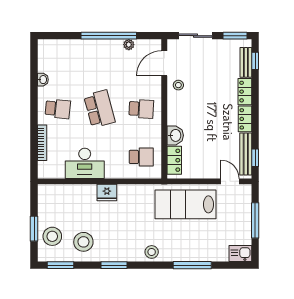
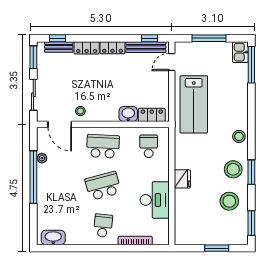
washbasin: (43, 80) -> (53, 238), moved, width x1.91, depth x1.45
school desk: (141, 109) -> (103, 146), width x1.85
stool: (52, 236) -> (233, 169), moved
window: (192, 265) -> (251, 65), moved

